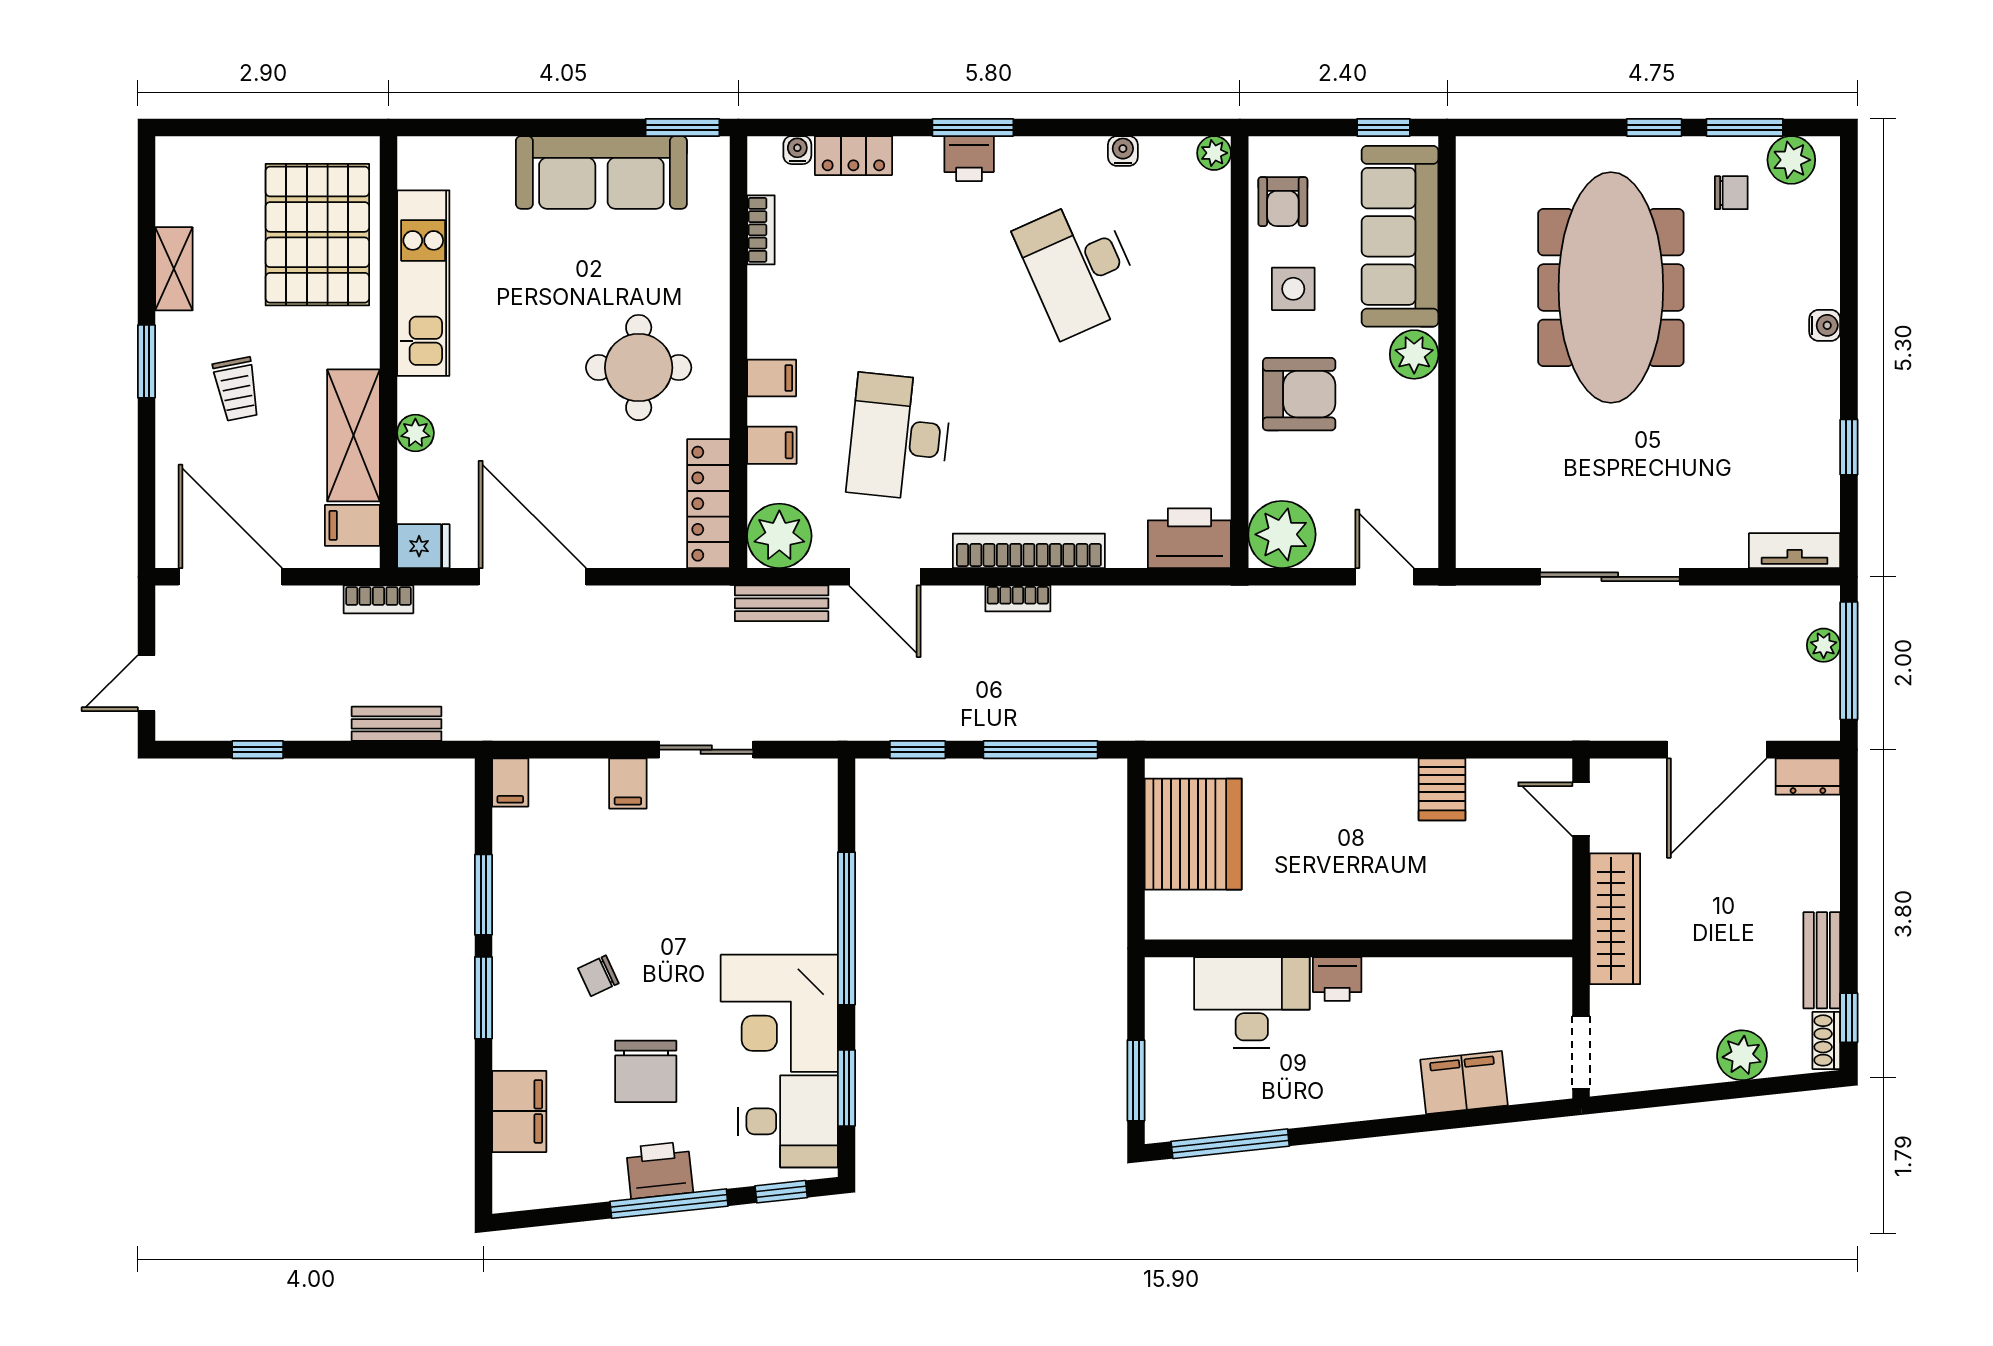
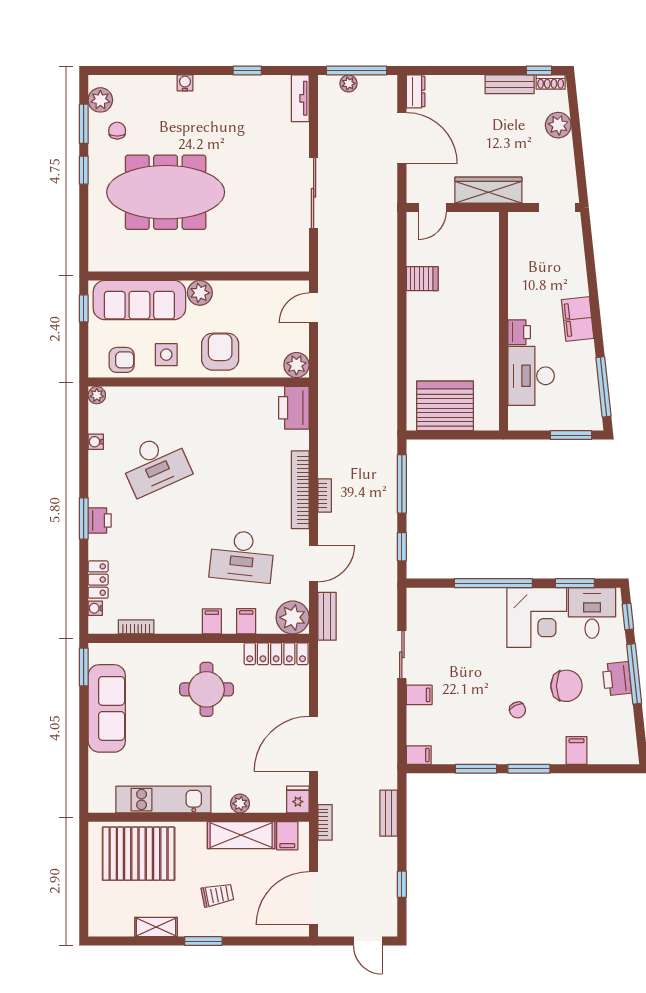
plant: (1282, 534) -> (296, 365), width x0.73, depth x0.73
filing cabinet: (1464, 1083) -> (578, 319), moved
filing cabinet: (519, 1111) -> (577, 750), width x0.50

